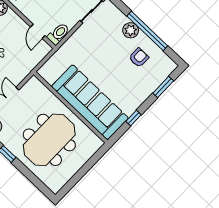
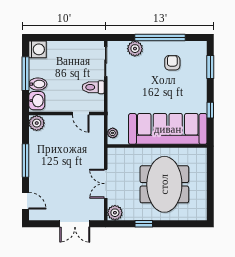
plant: (131, 30) -> (135, 49), moved
toilet: (58, 34) -> (93, 87), moved, turned -90
plant: (47, 67) -> (113, 133), added

